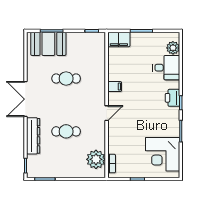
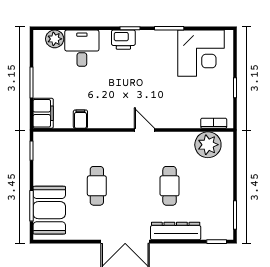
filing cabinet: (115, 87) -> (80, 119), moved

